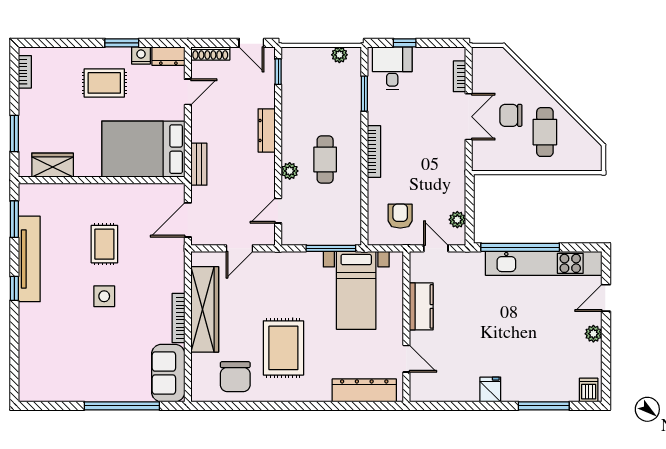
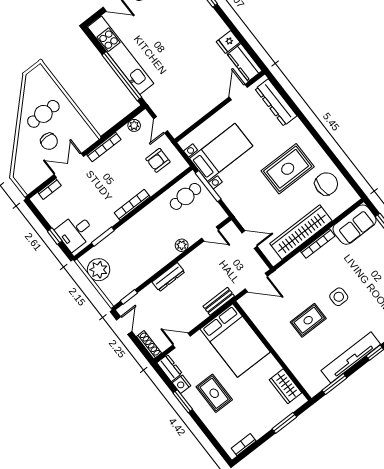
plant: (339, 55) -> (99, 270), width x1.88, depth x1.88
cafe table: (325, 160) -> (185, 196), moved
bookcase: (459, 169) -> (104, 147), added
kitchen counter: (421, 306) -> (245, 62), moved, turned -90
fridge: (490, 389) -> (228, 42), moved

